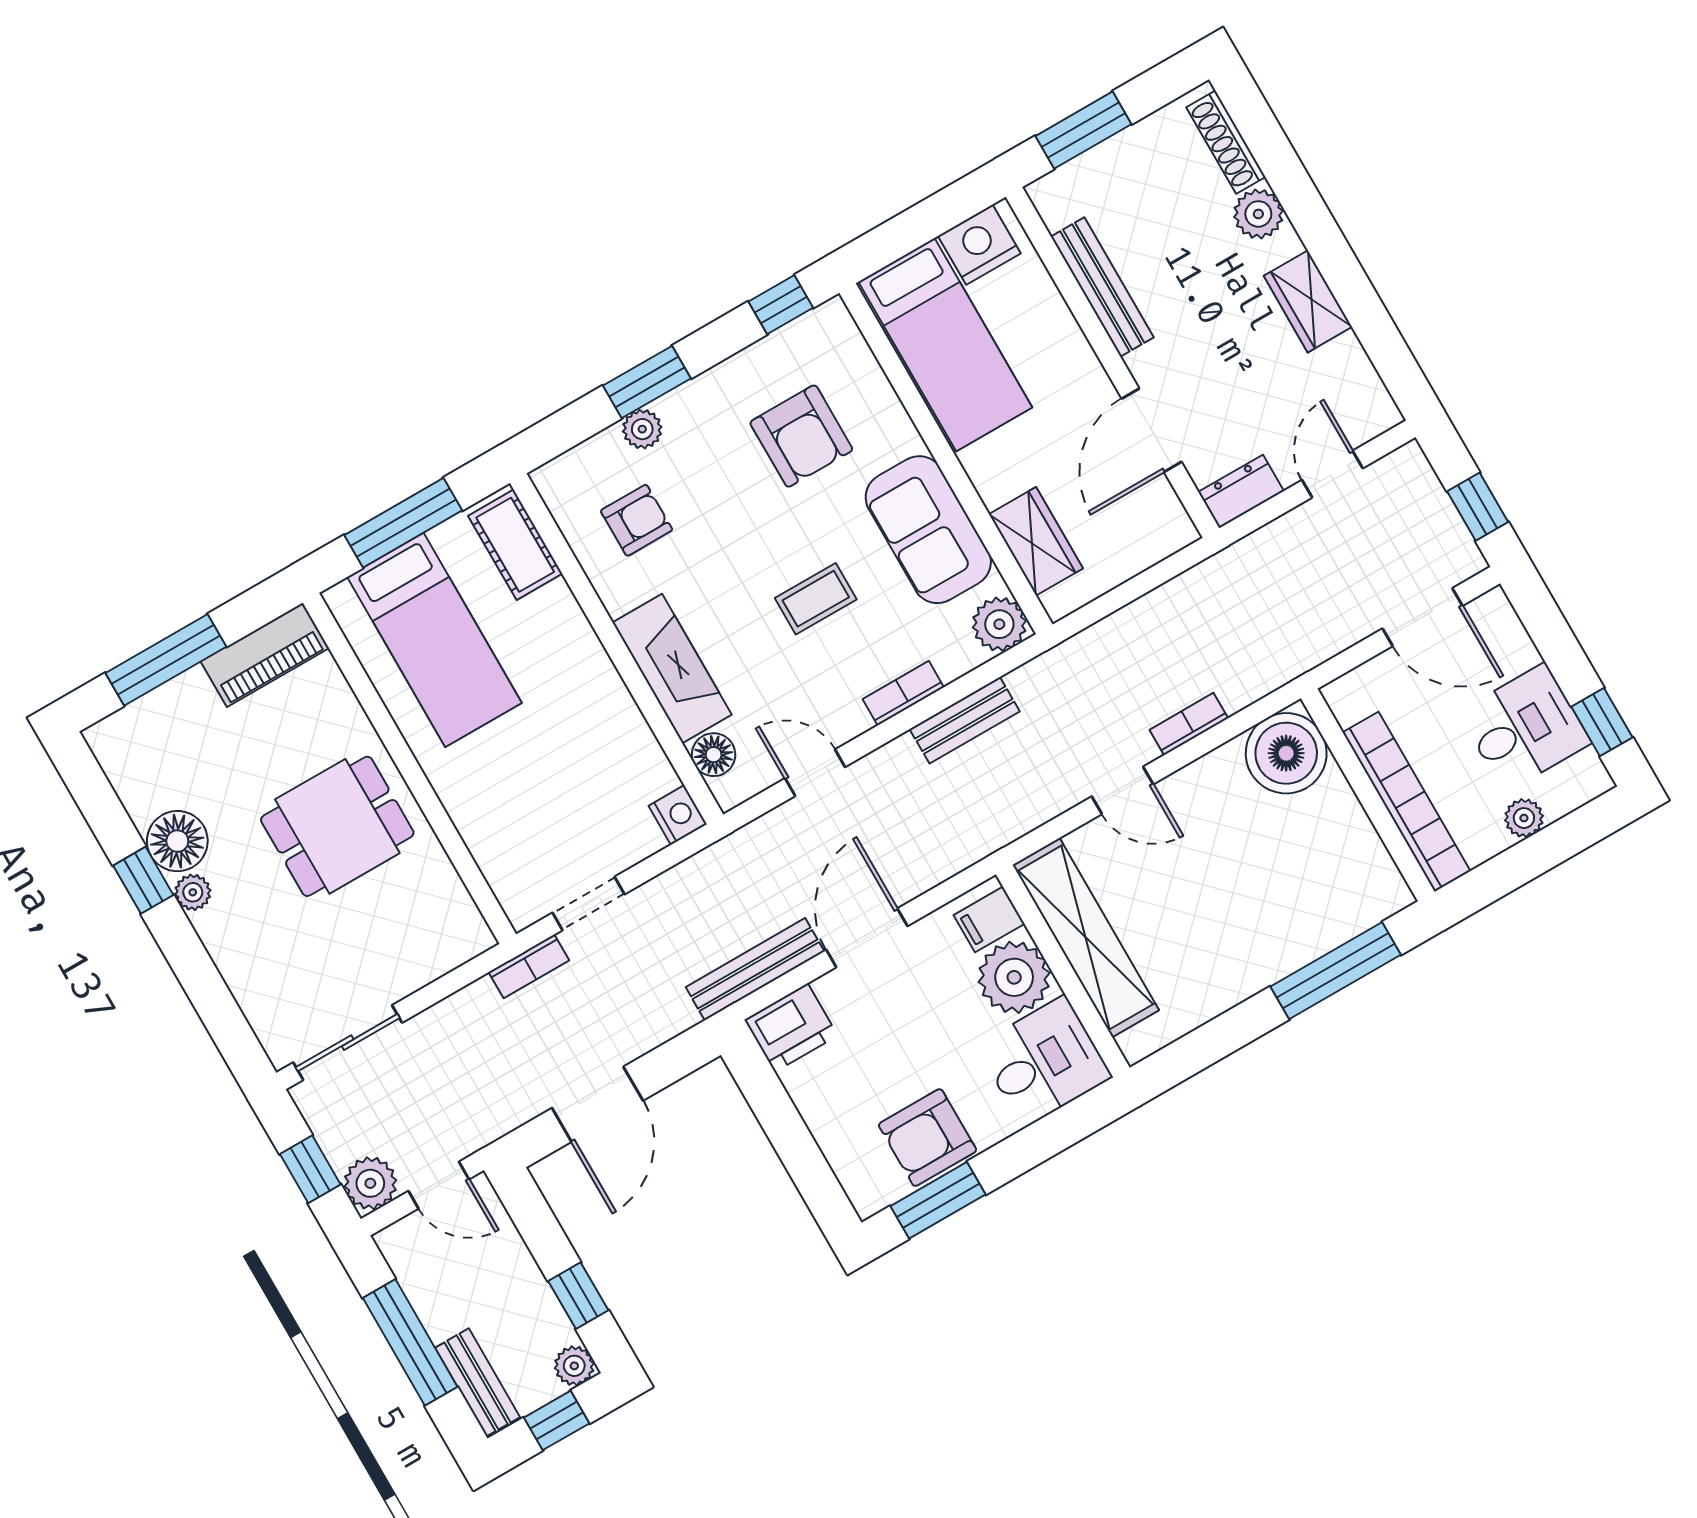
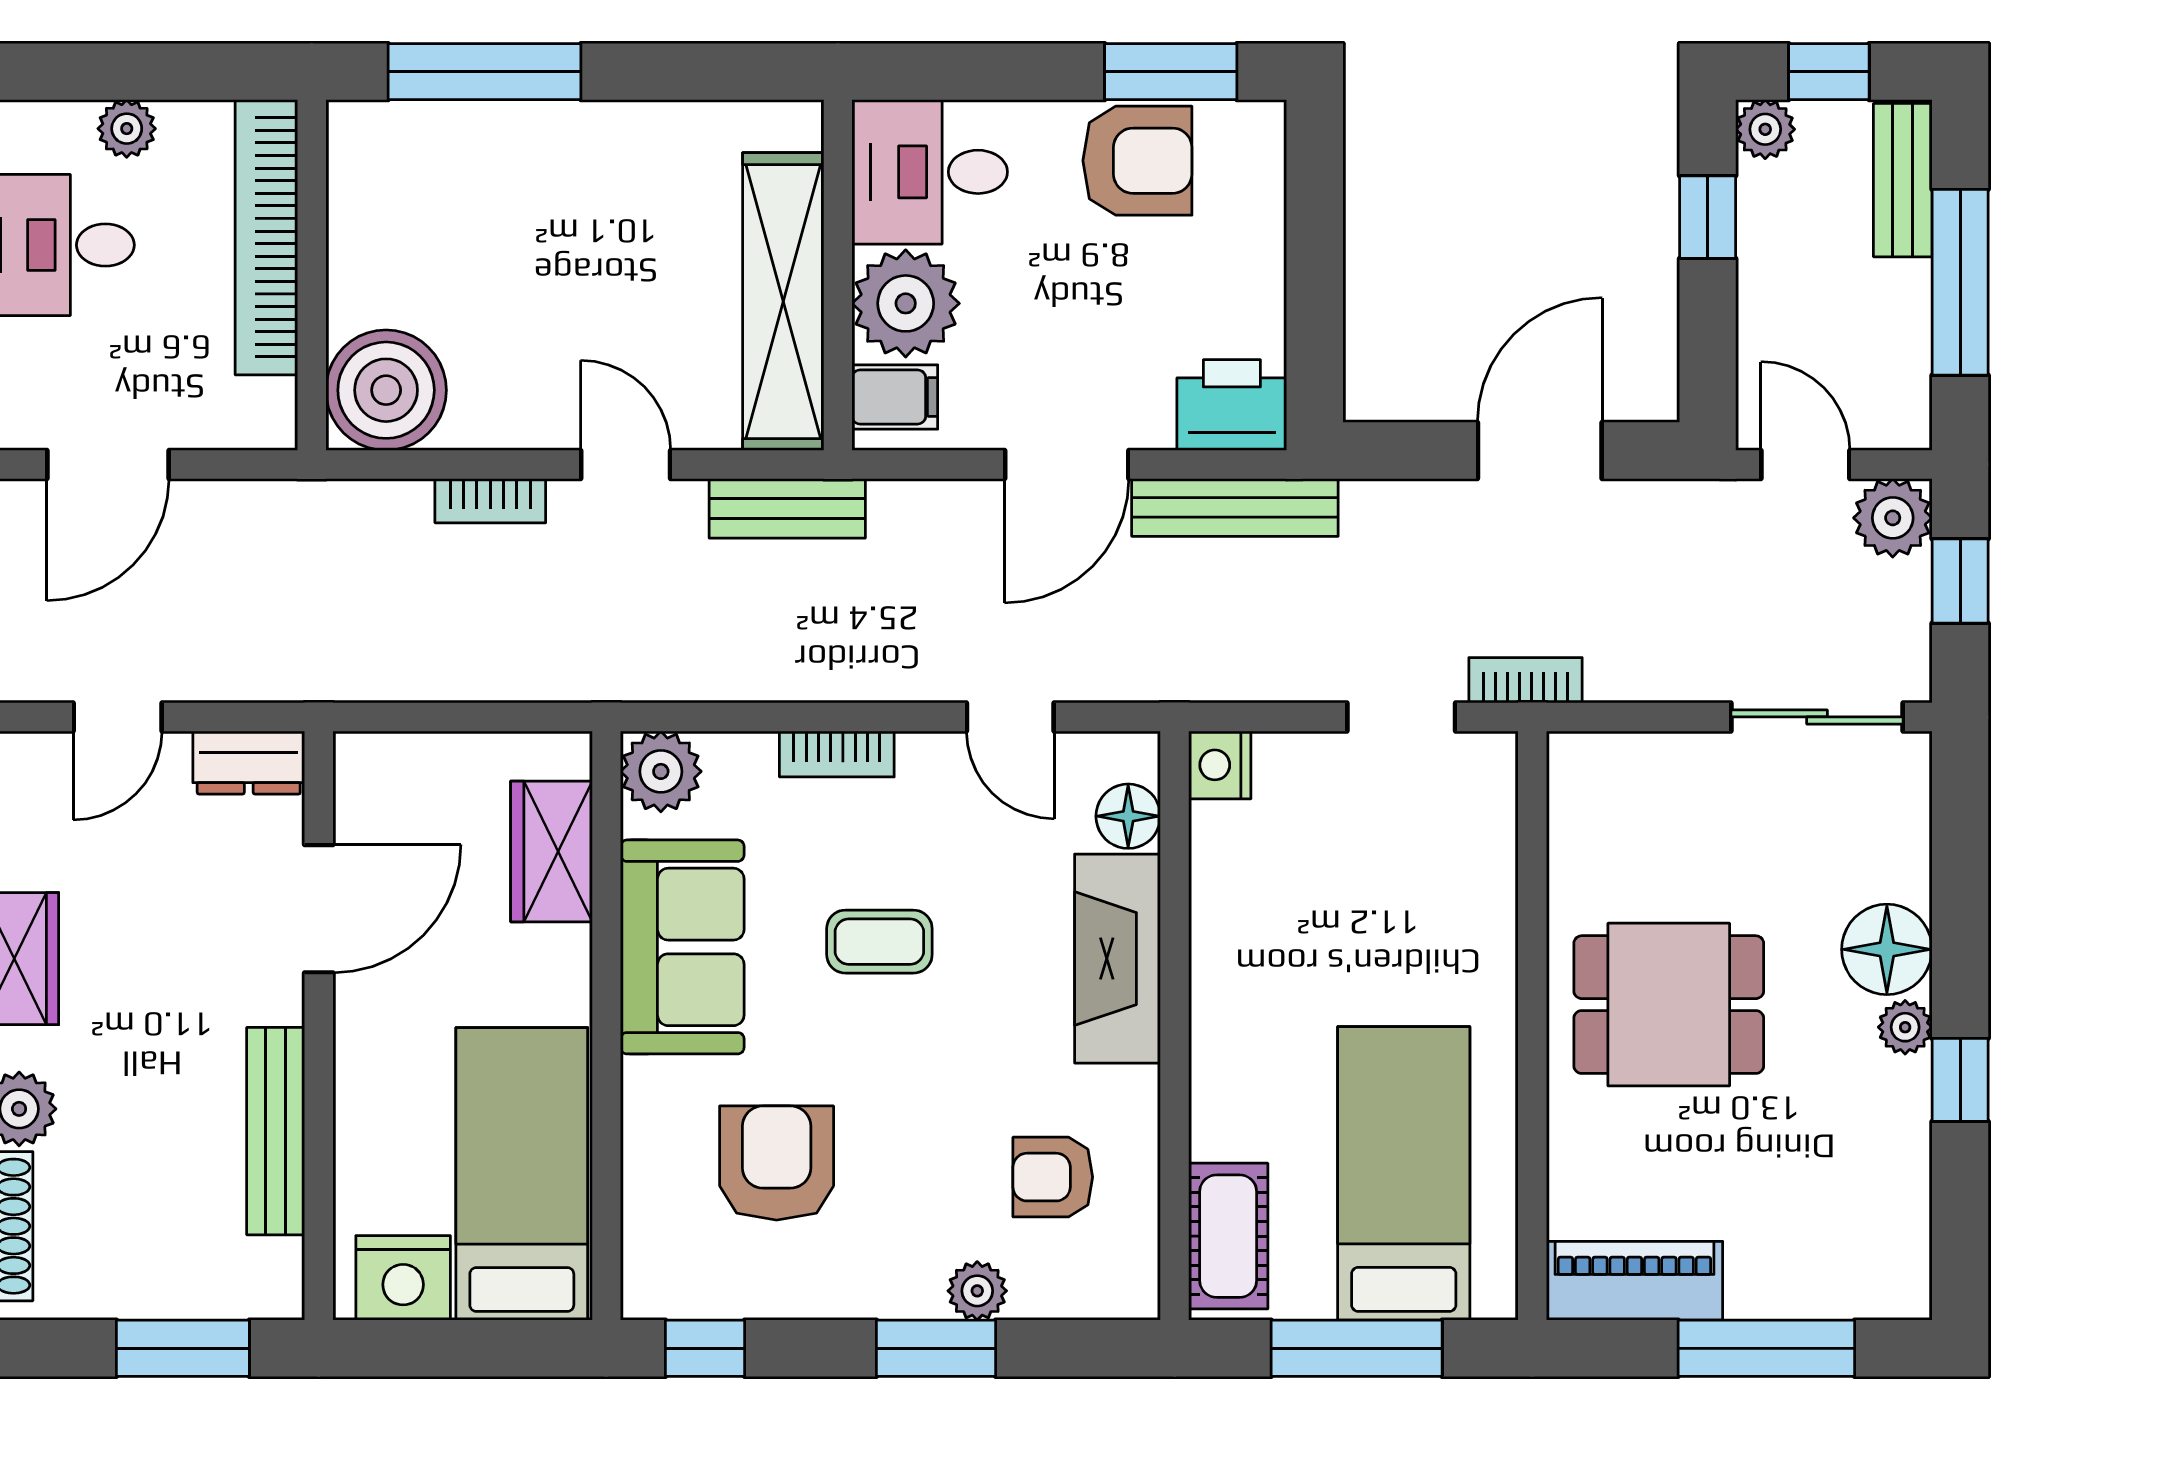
door: (1422, 617) -> (108, 464), swing flipped
bench: (965, 720) -> (787, 508), moved
floor lamp: (177, 841) -> (1887, 949), moved

